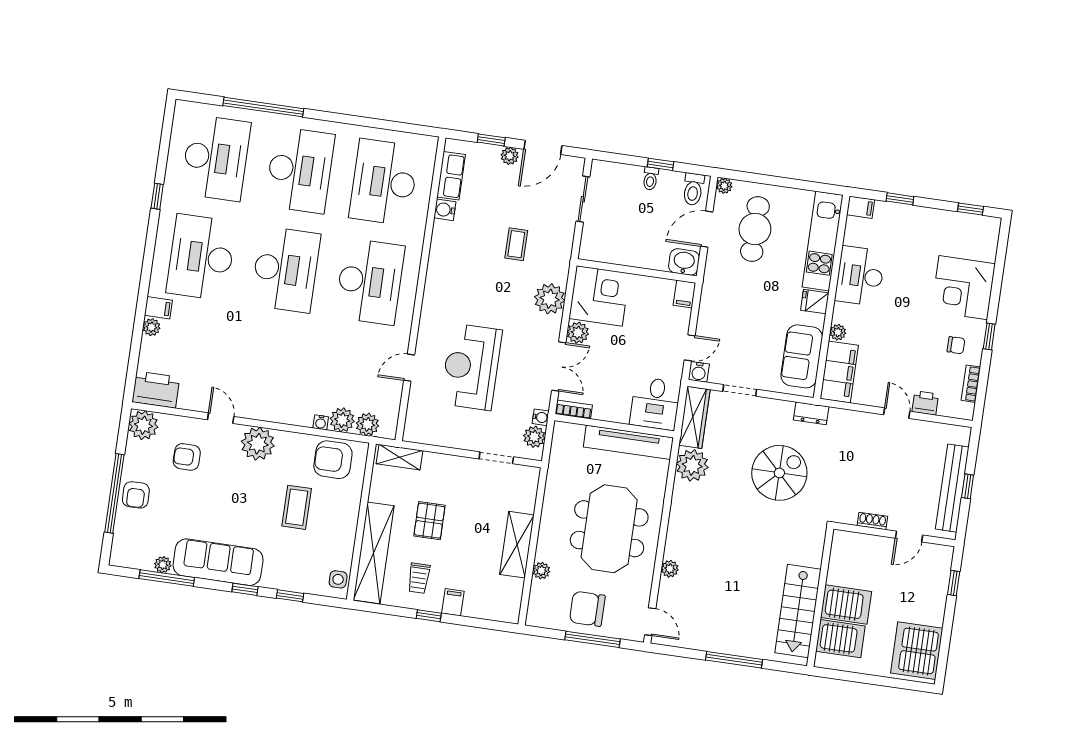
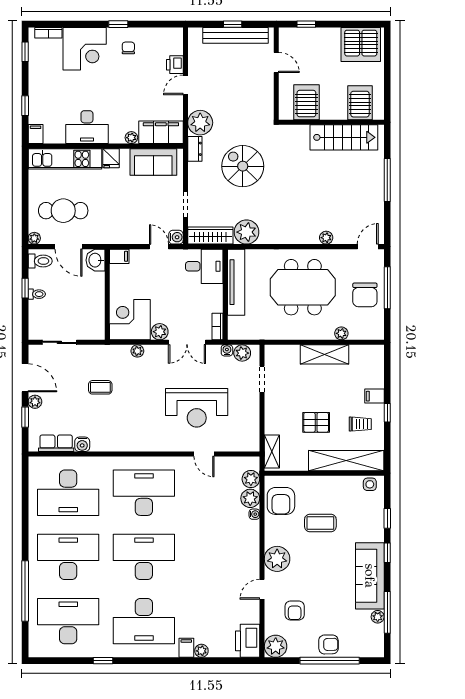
plant: (550, 299) -> (137, 351), width x0.53, depth x0.53
double door: (559, 366) -> (187, 342), swing flipped
bookcase: (971, 384) -> (48, 33), moved
plant: (844, 425) -> (200, 123), added
shoe rack: (872, 521) -> (269, 91), removed
server rack: (846, 605) -> (306, 102), moved

